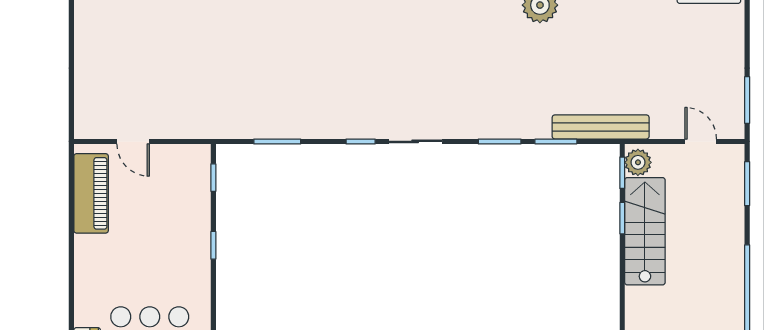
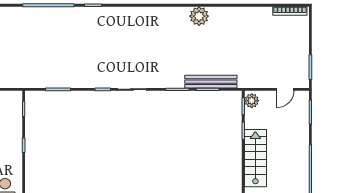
bench: (601, 127) -> (211, 82), moved
door: (701, 141) -> (285, 89), swing flipped
stairs: (645, 231) -> (255, 158), moved

